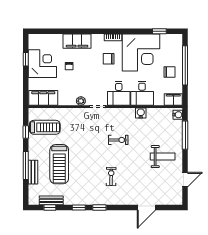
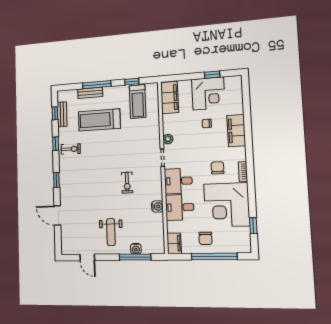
water cooler: (178, 115) -> (136, 249), moved
exercise bike: (111, 176) -> (71, 149), moved
window: (99, 207) -> (56, 180), moved

